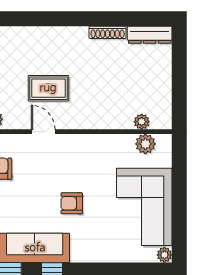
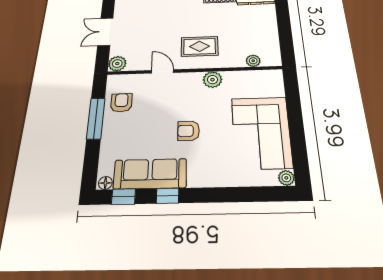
rug: (48, 88) -> (200, 46), moved
plant: (145, 144) -> (212, 80), moved

